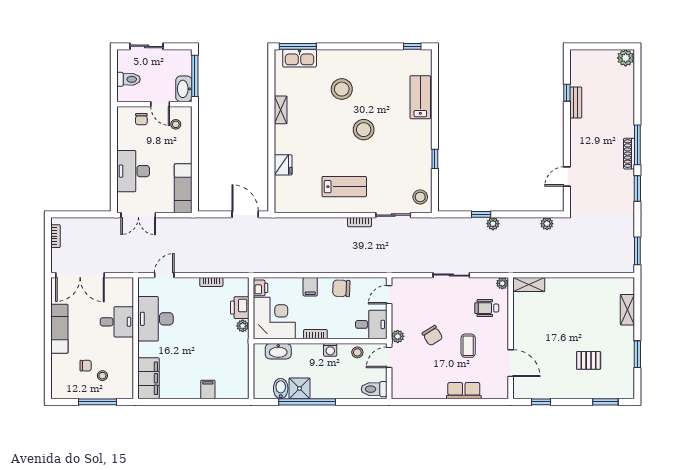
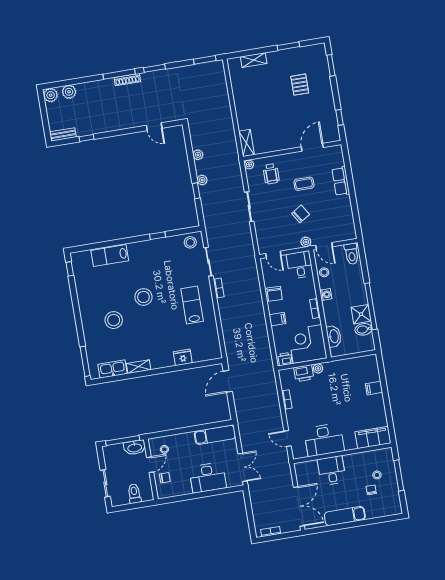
kitchen sink: (300, 58) -> (112, 369), moved, turned -90
plant: (626, 81) -> (69, 92), added
bench: (576, 103) -> (63, 134), moved
plant: (547, 224) -> (198, 155), moved

